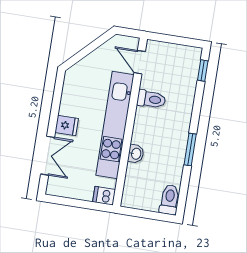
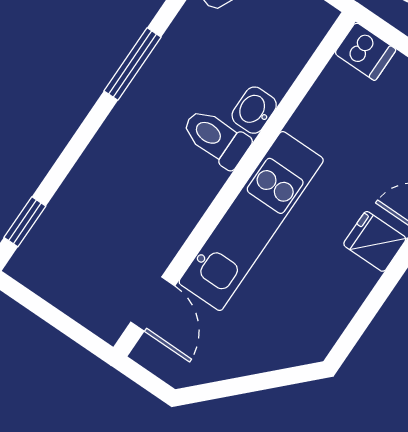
toilet: (151, 99) -> (216, 138), moved
kitchen unit: (115, 125) -> (251, 221), width x0.73

